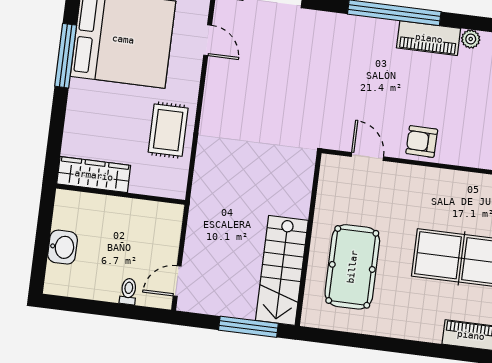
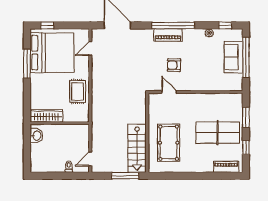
piano: (429, 38) -> (168, 35), moved
door: (208, 40) -> (90, 49), swing flipped
armchair: (422, 141) -> (174, 65), moved
washbasin: (63, 247) -> (36, 136), moved

